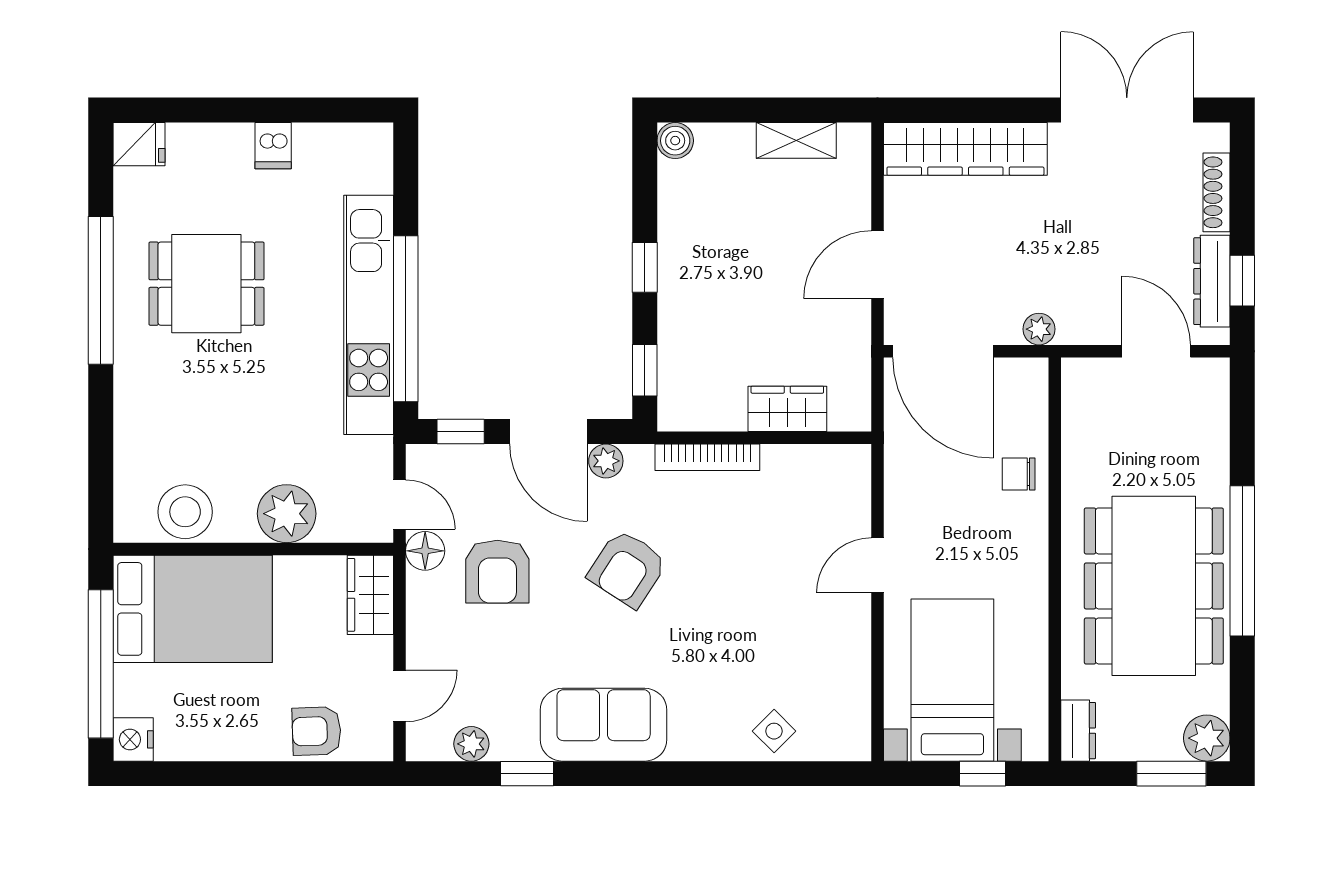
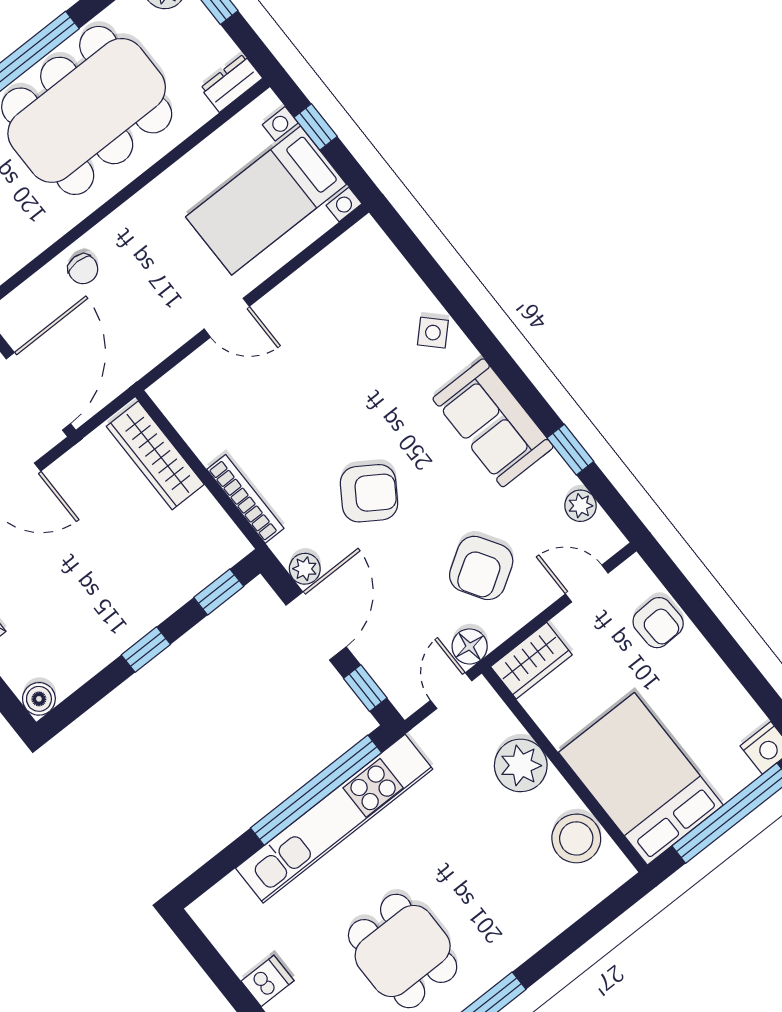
wardrobe: (787, 409) -> (155, 455), width x1.50
armchair: (497, 572) -> (481, 568), moved, turned 148
side table: (774, 731) -> (433, 333), moved

